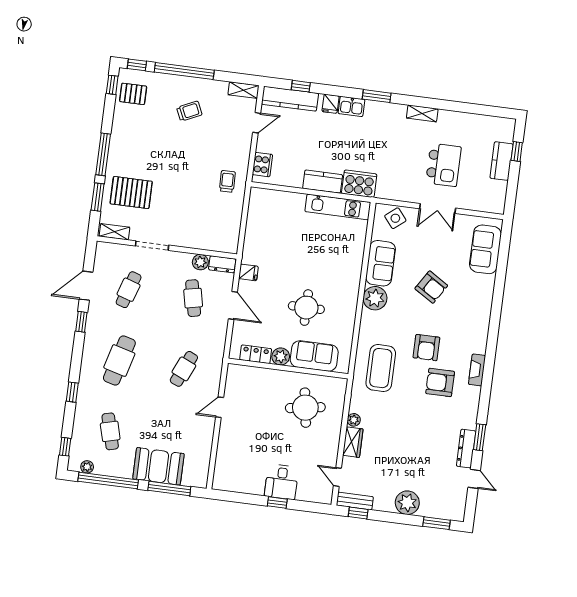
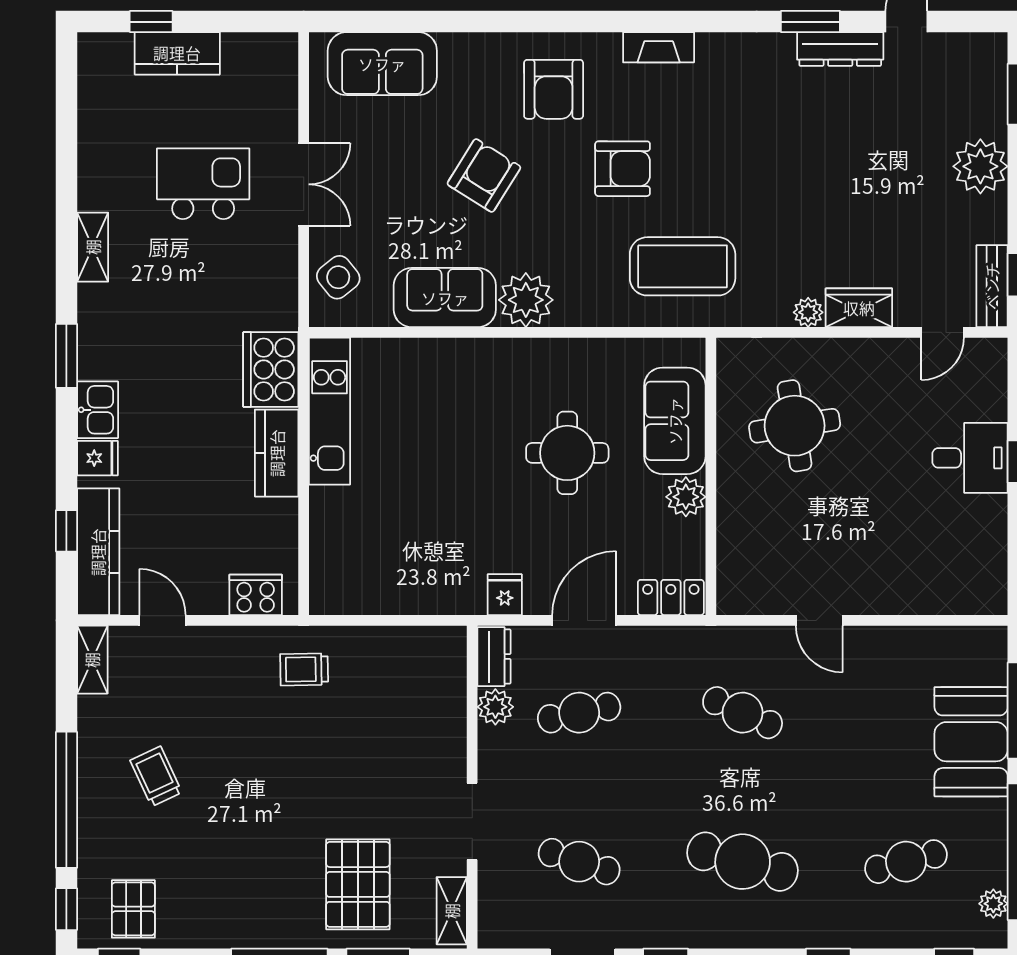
locker: (256, 354) -> (671, 597), moved, turned 90
armchair: (440, 382) -> (554, 89), moved

